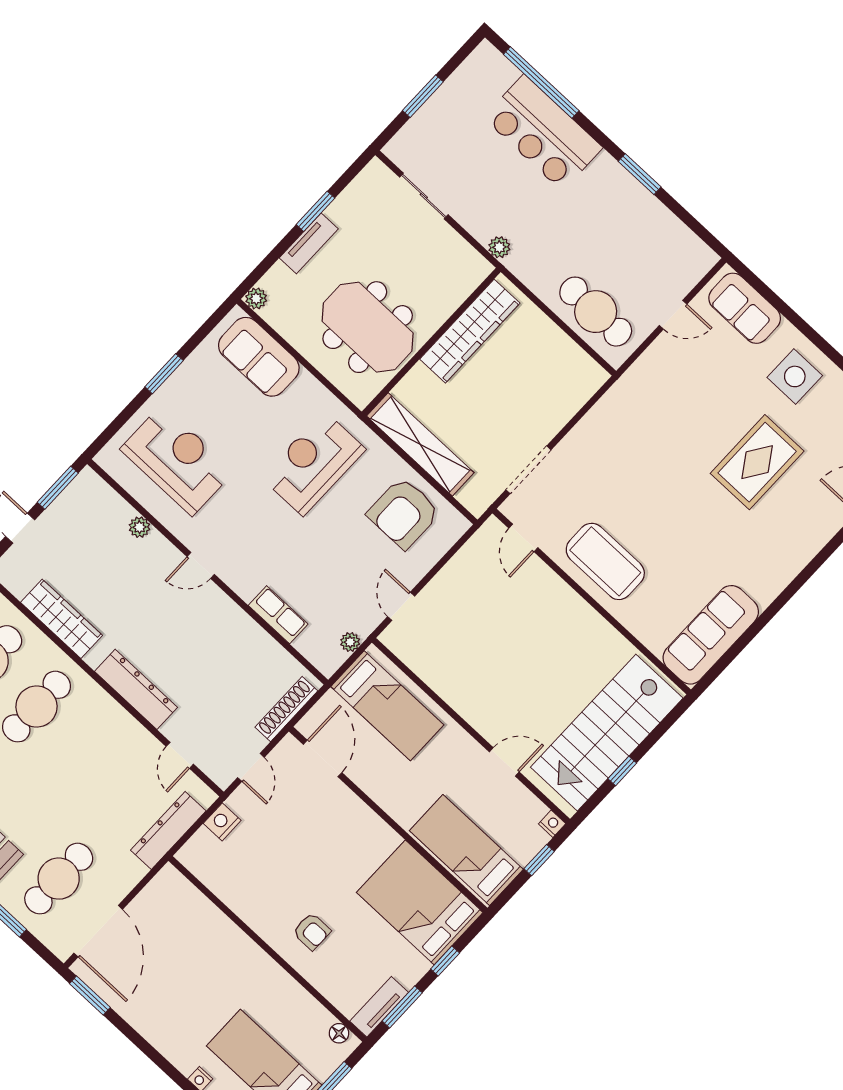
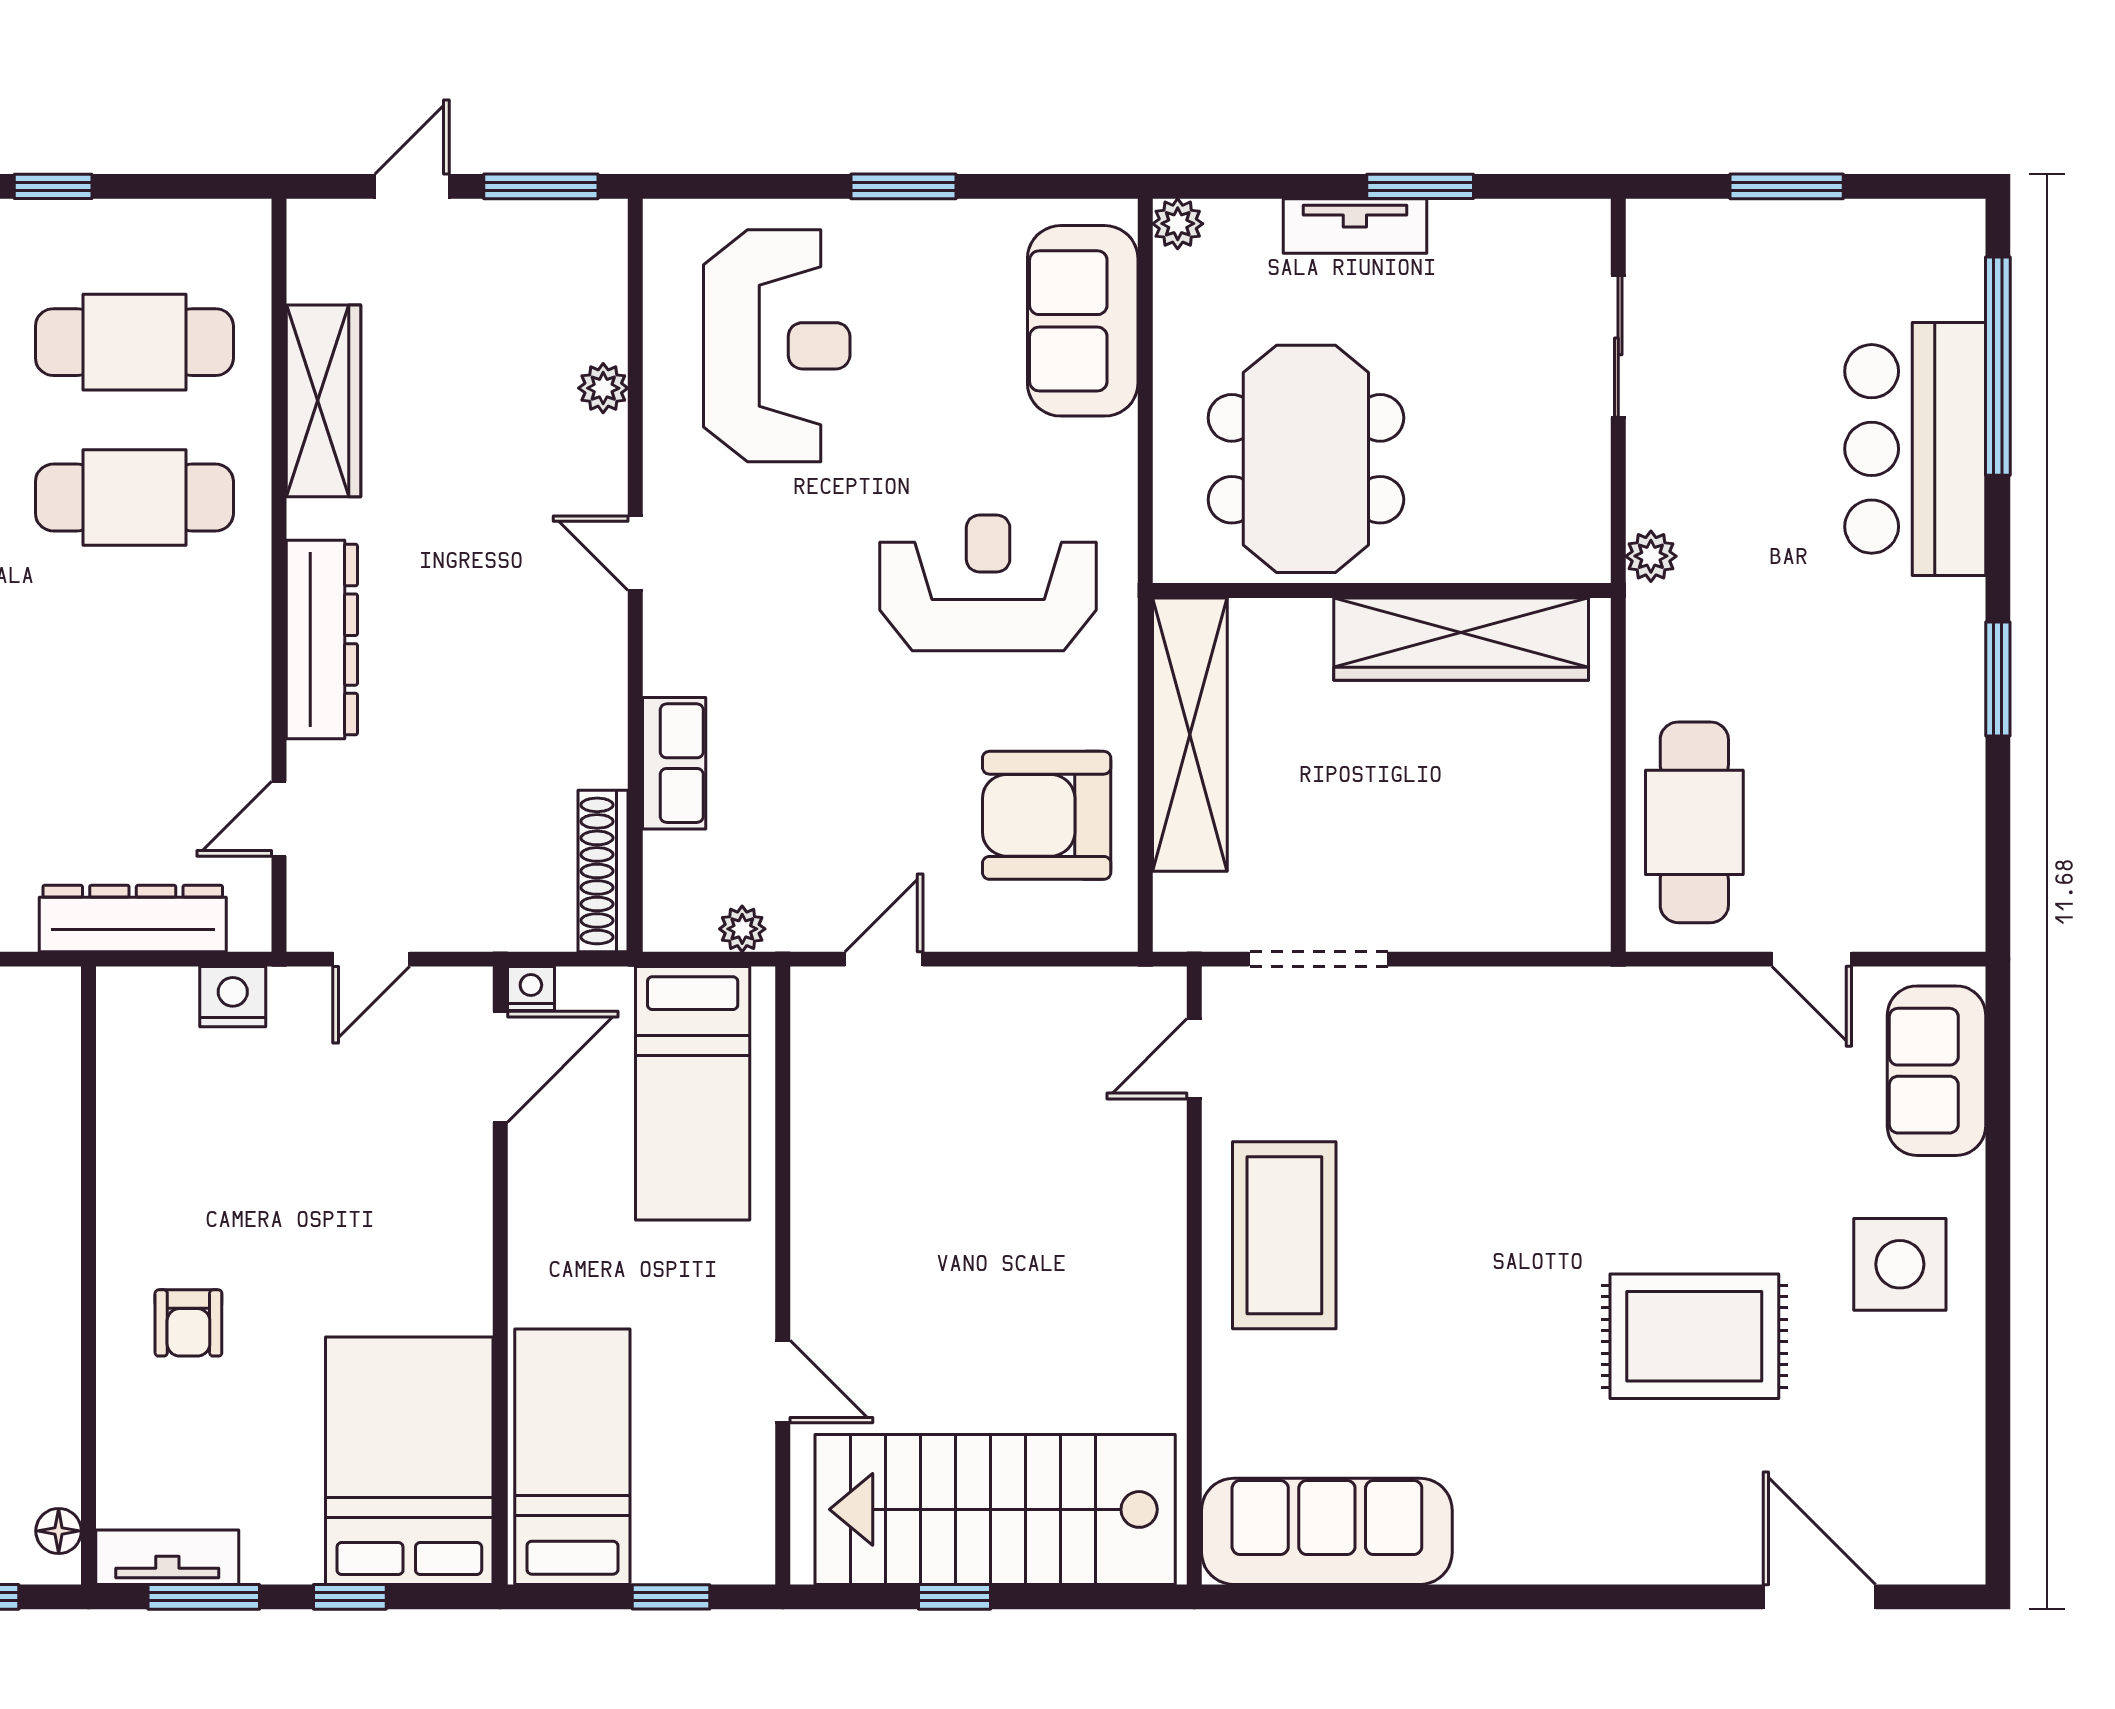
shoe rack: (286, 709) -> (603, 871), moved, turned -90
nightstand: (552, 824) -> (531, 989), moved, turned -90

